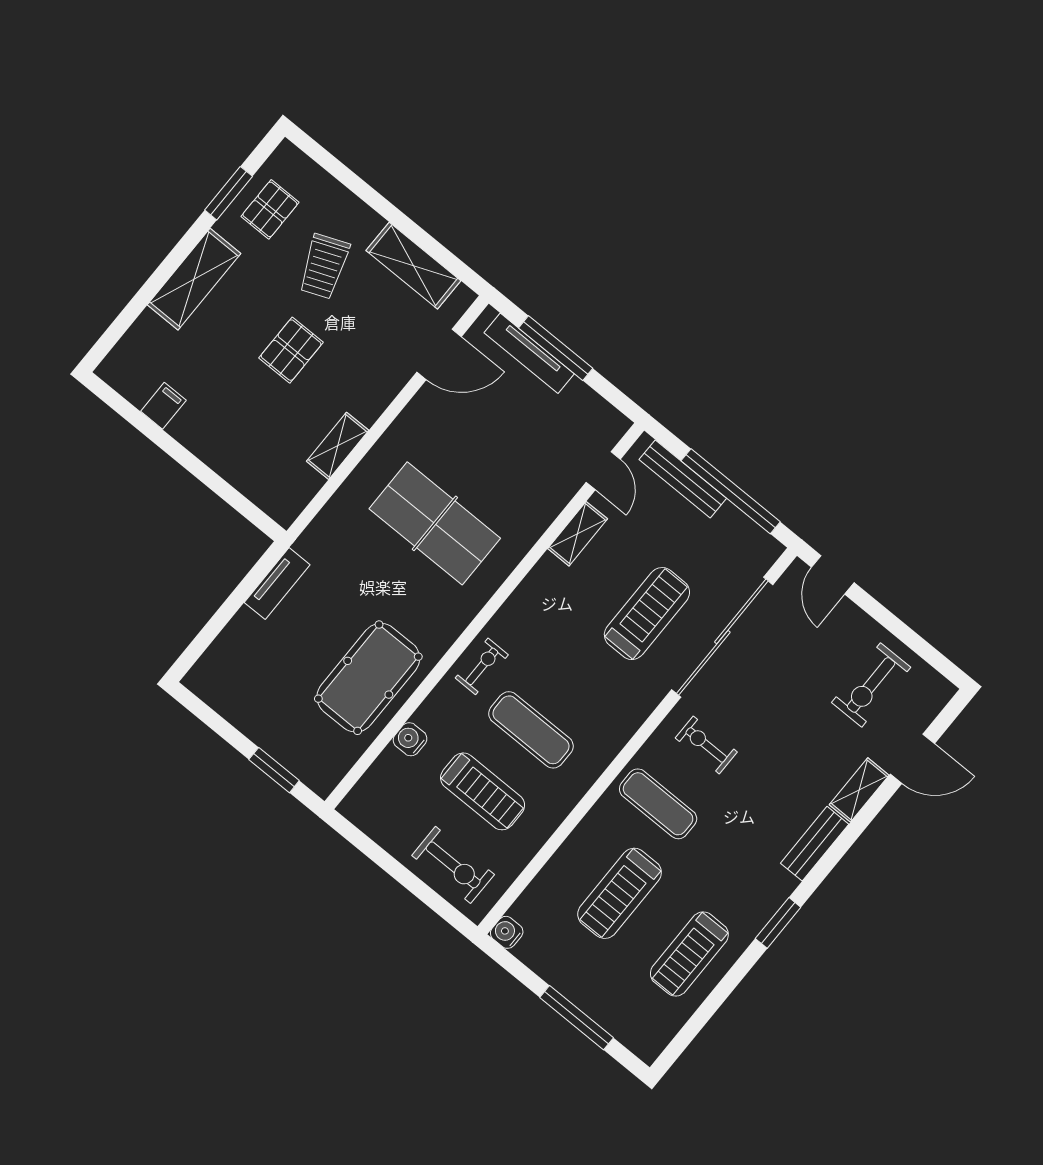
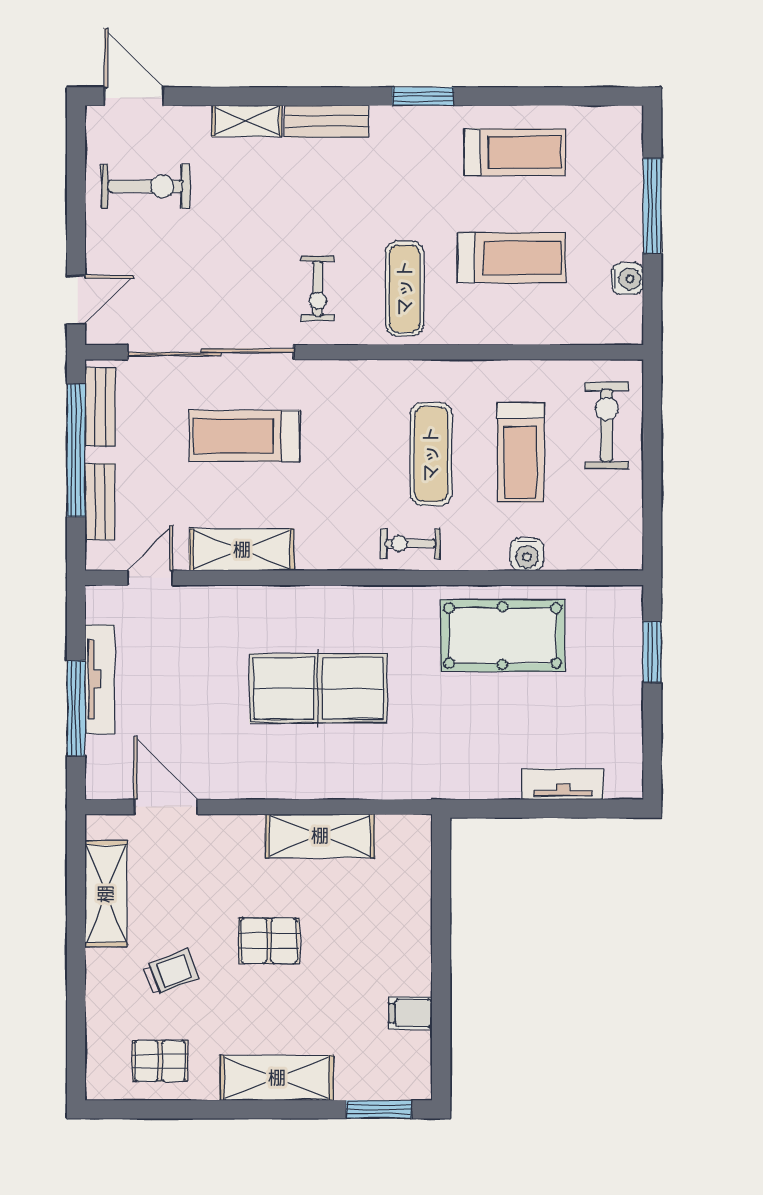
window: (229, 193) -> (379, 1109), moved
trolley: (324, 266) -> (171, 972), width x0.73, depth x0.72
tv unit: (529, 353) -> (100, 679), moved
shelving: (338, 446) -> (320, 836), width x1.50, depth x1.33
bench: (683, 479) -> (100, 502), width x0.73
table tennis table: (435, 523) -> (318, 688), turned 90
bench: (747, 532) -> (100, 407), added
shelving: (578, 534) -> (242, 550), width x1.50, depth x1.33
tv unit: (277, 584) -> (563, 784), moved
door: (912, 759) -> (134, 96), moved
treadmill: (483, 791) -> (520, 452), turned 180
water cooler: (507, 932) -> (627, 279), moved, turned -90

